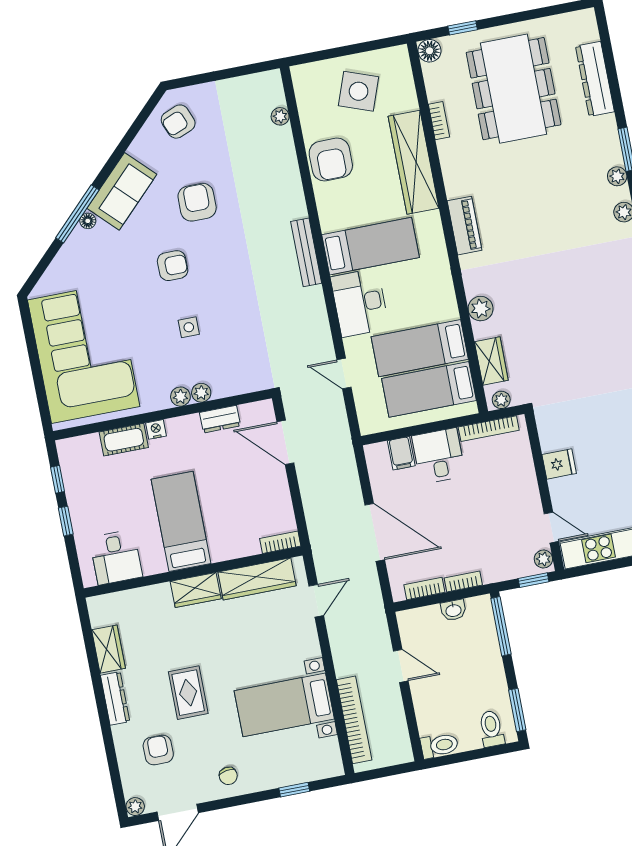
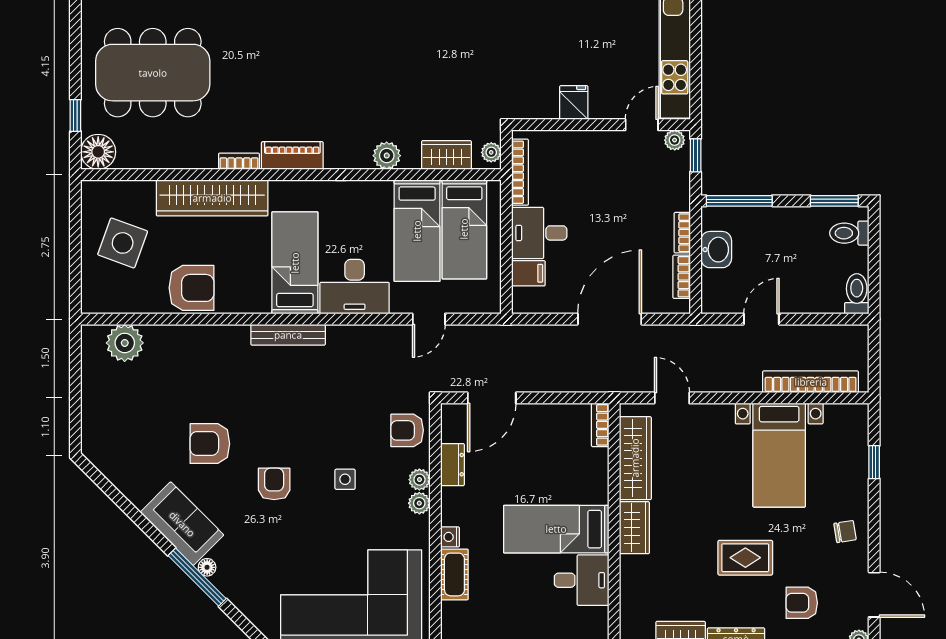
floor lamp: (430, 51) -> (98, 152), width x1.38, depth x1.38
plant: (280, 116) -> (125, 343), width x1.88, depth x1.88
bookcase: (439, 121) -> (239, 161), moved
armchair: (178, 122) -> (407, 430), moved, turned 112
desk: (116, 557) -> (582, 580), moved
washbasin: (453, 610) -> (716, 250), width x1.38, depth x1.45

